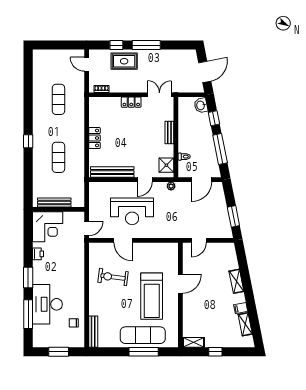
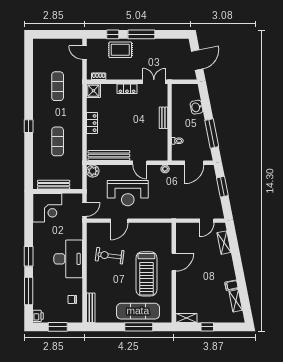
washbasin: (201, 105) -> (196, 107), moved
window: (214, 118) -> (206, 104), removed
shower: (166, 165) -> (93, 91), moved
door: (145, 180) -> (140, 163), hinge flipped
plant: (95, 188) -> (93, 171), added
window: (233, 216) -> (222, 187), moved
door: (123, 240) -> (119, 221), hinge flipped
door: (199, 240) -> (207, 221), moved
printer: (38, 254) -> (38, 316), moved
shelving: (236, 281) -> (224, 243), moved
desk: (47, 304) -> (68, 259), moved, turned 180

